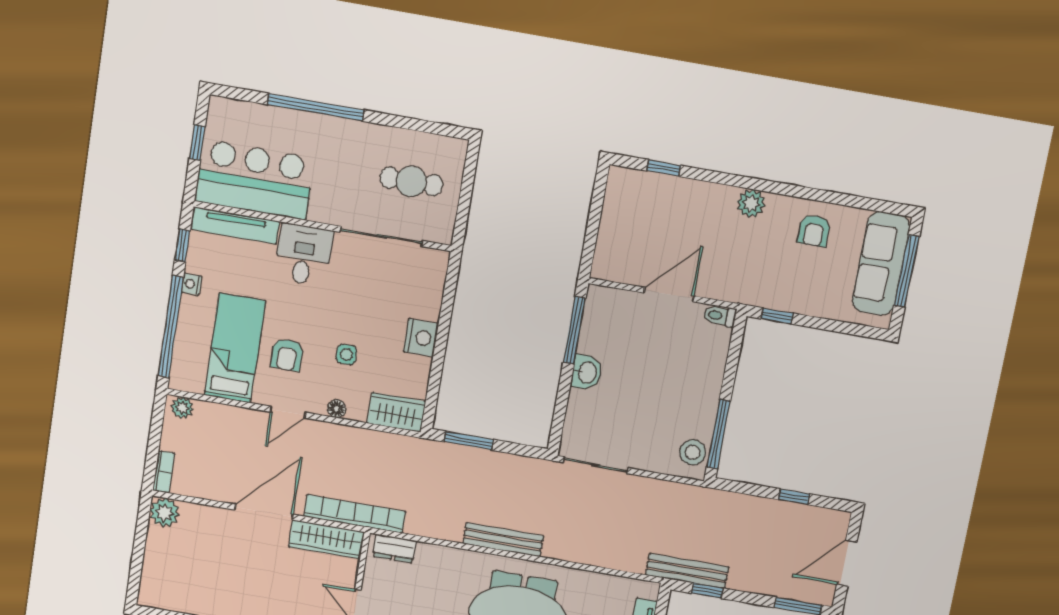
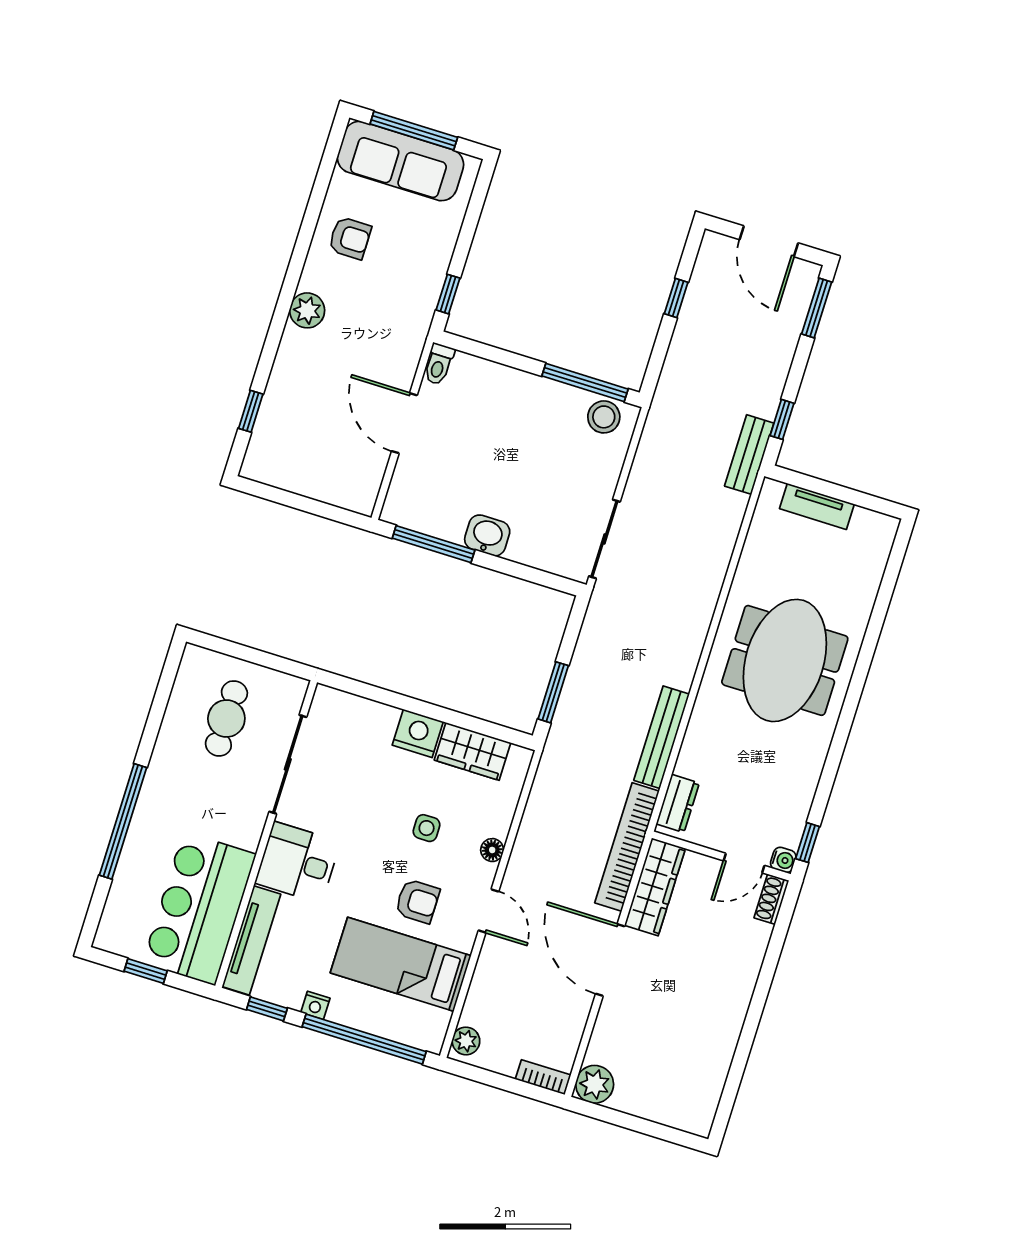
wardrobe: (396, 412) -> (473, 751), moved, turned -90
bench: (503, 540) -> (662, 737), moved
bench: (687, 571) -> (749, 455), width x0.73

